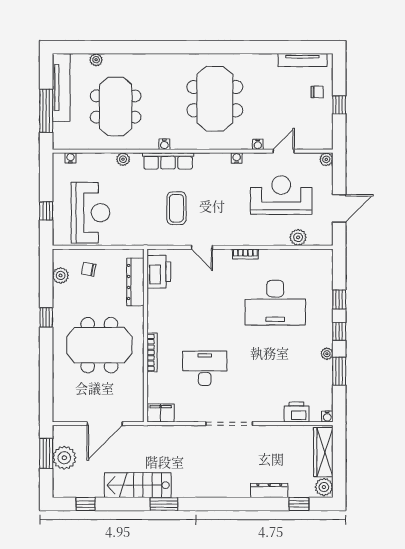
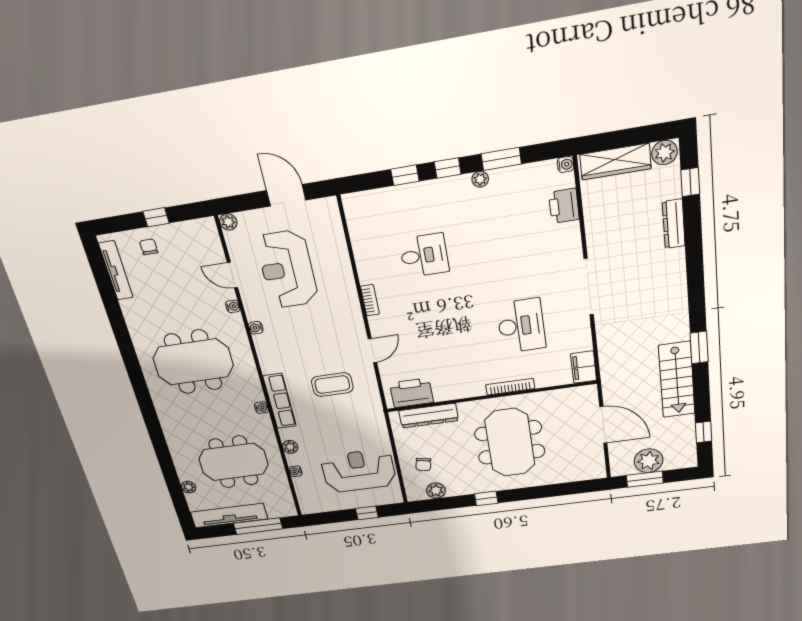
water cooler: (71, 158) -> (295, 471), moved
plant: (298, 237) -> (335, 241), removed
desk: (275, 303) -> (424, 255), width x0.53, depth x0.77
desk: (205, 368) -> (521, 326), turned 180

